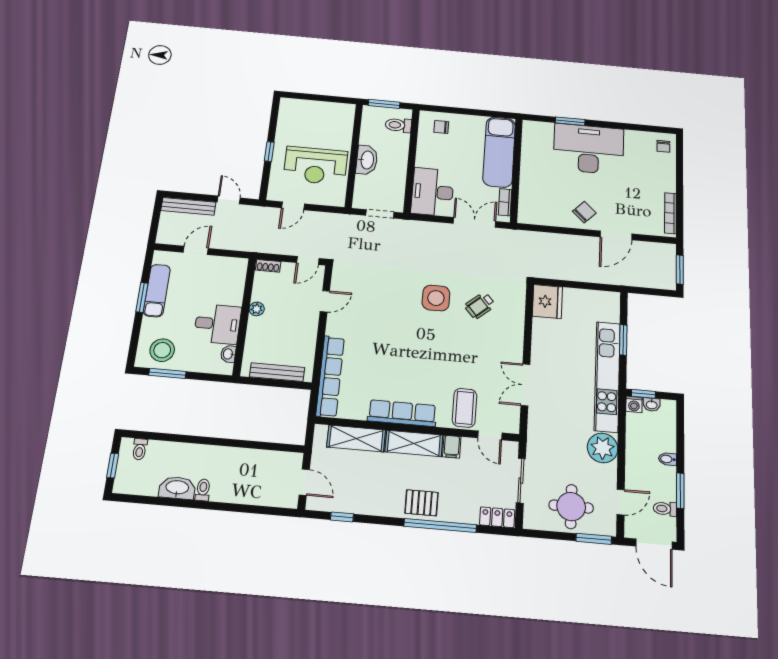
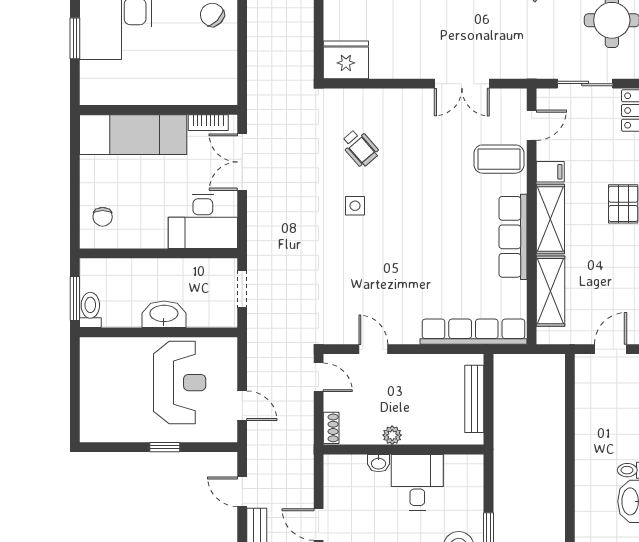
toilet: (398, 125) -> (90, 310), moved, turned 180
door: (229, 200) -> (242, 492), hinge flipped
side table: (436, 298) -> (355, 206), width x0.54, depth x0.54
washbasin: (228, 354) -> (379, 463), moved

